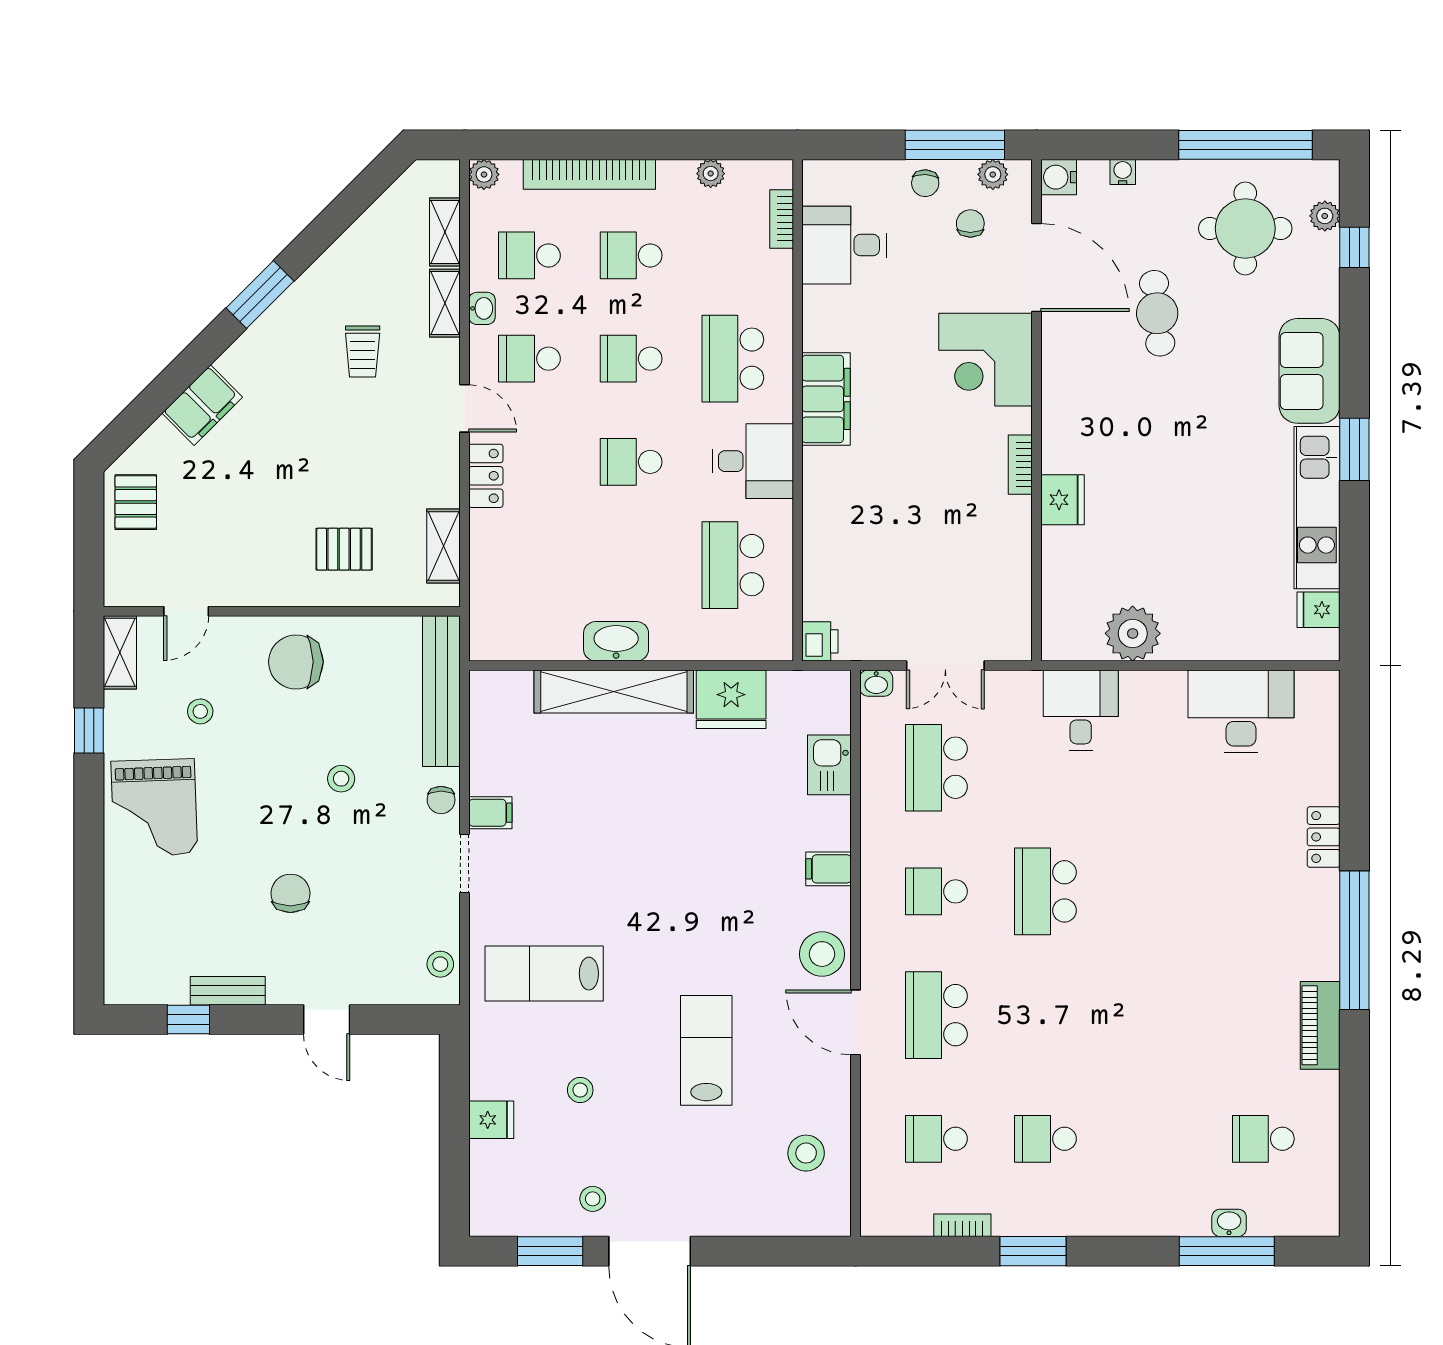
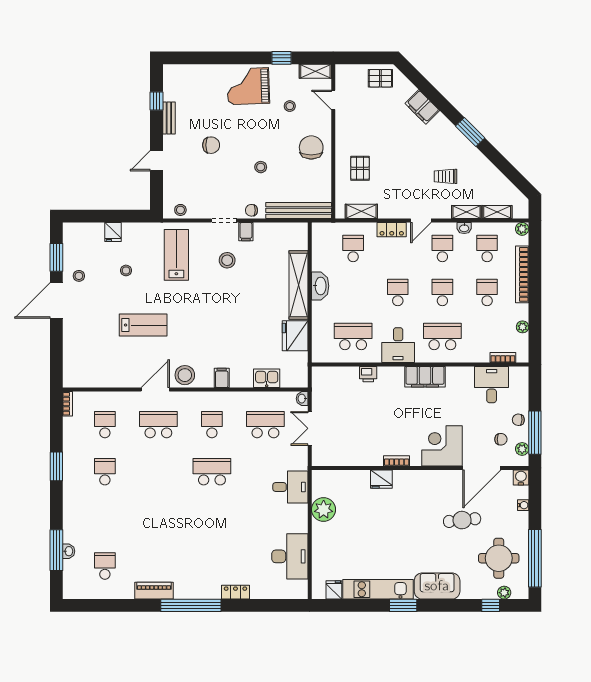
school desk: (529, 565) -> (353, 248), added
printer: (820, 641) -> (368, 374), moved
stool: (806, 1153) -> (227, 260), moved
bookcase: (962, 1225) -> (67, 404), moved

